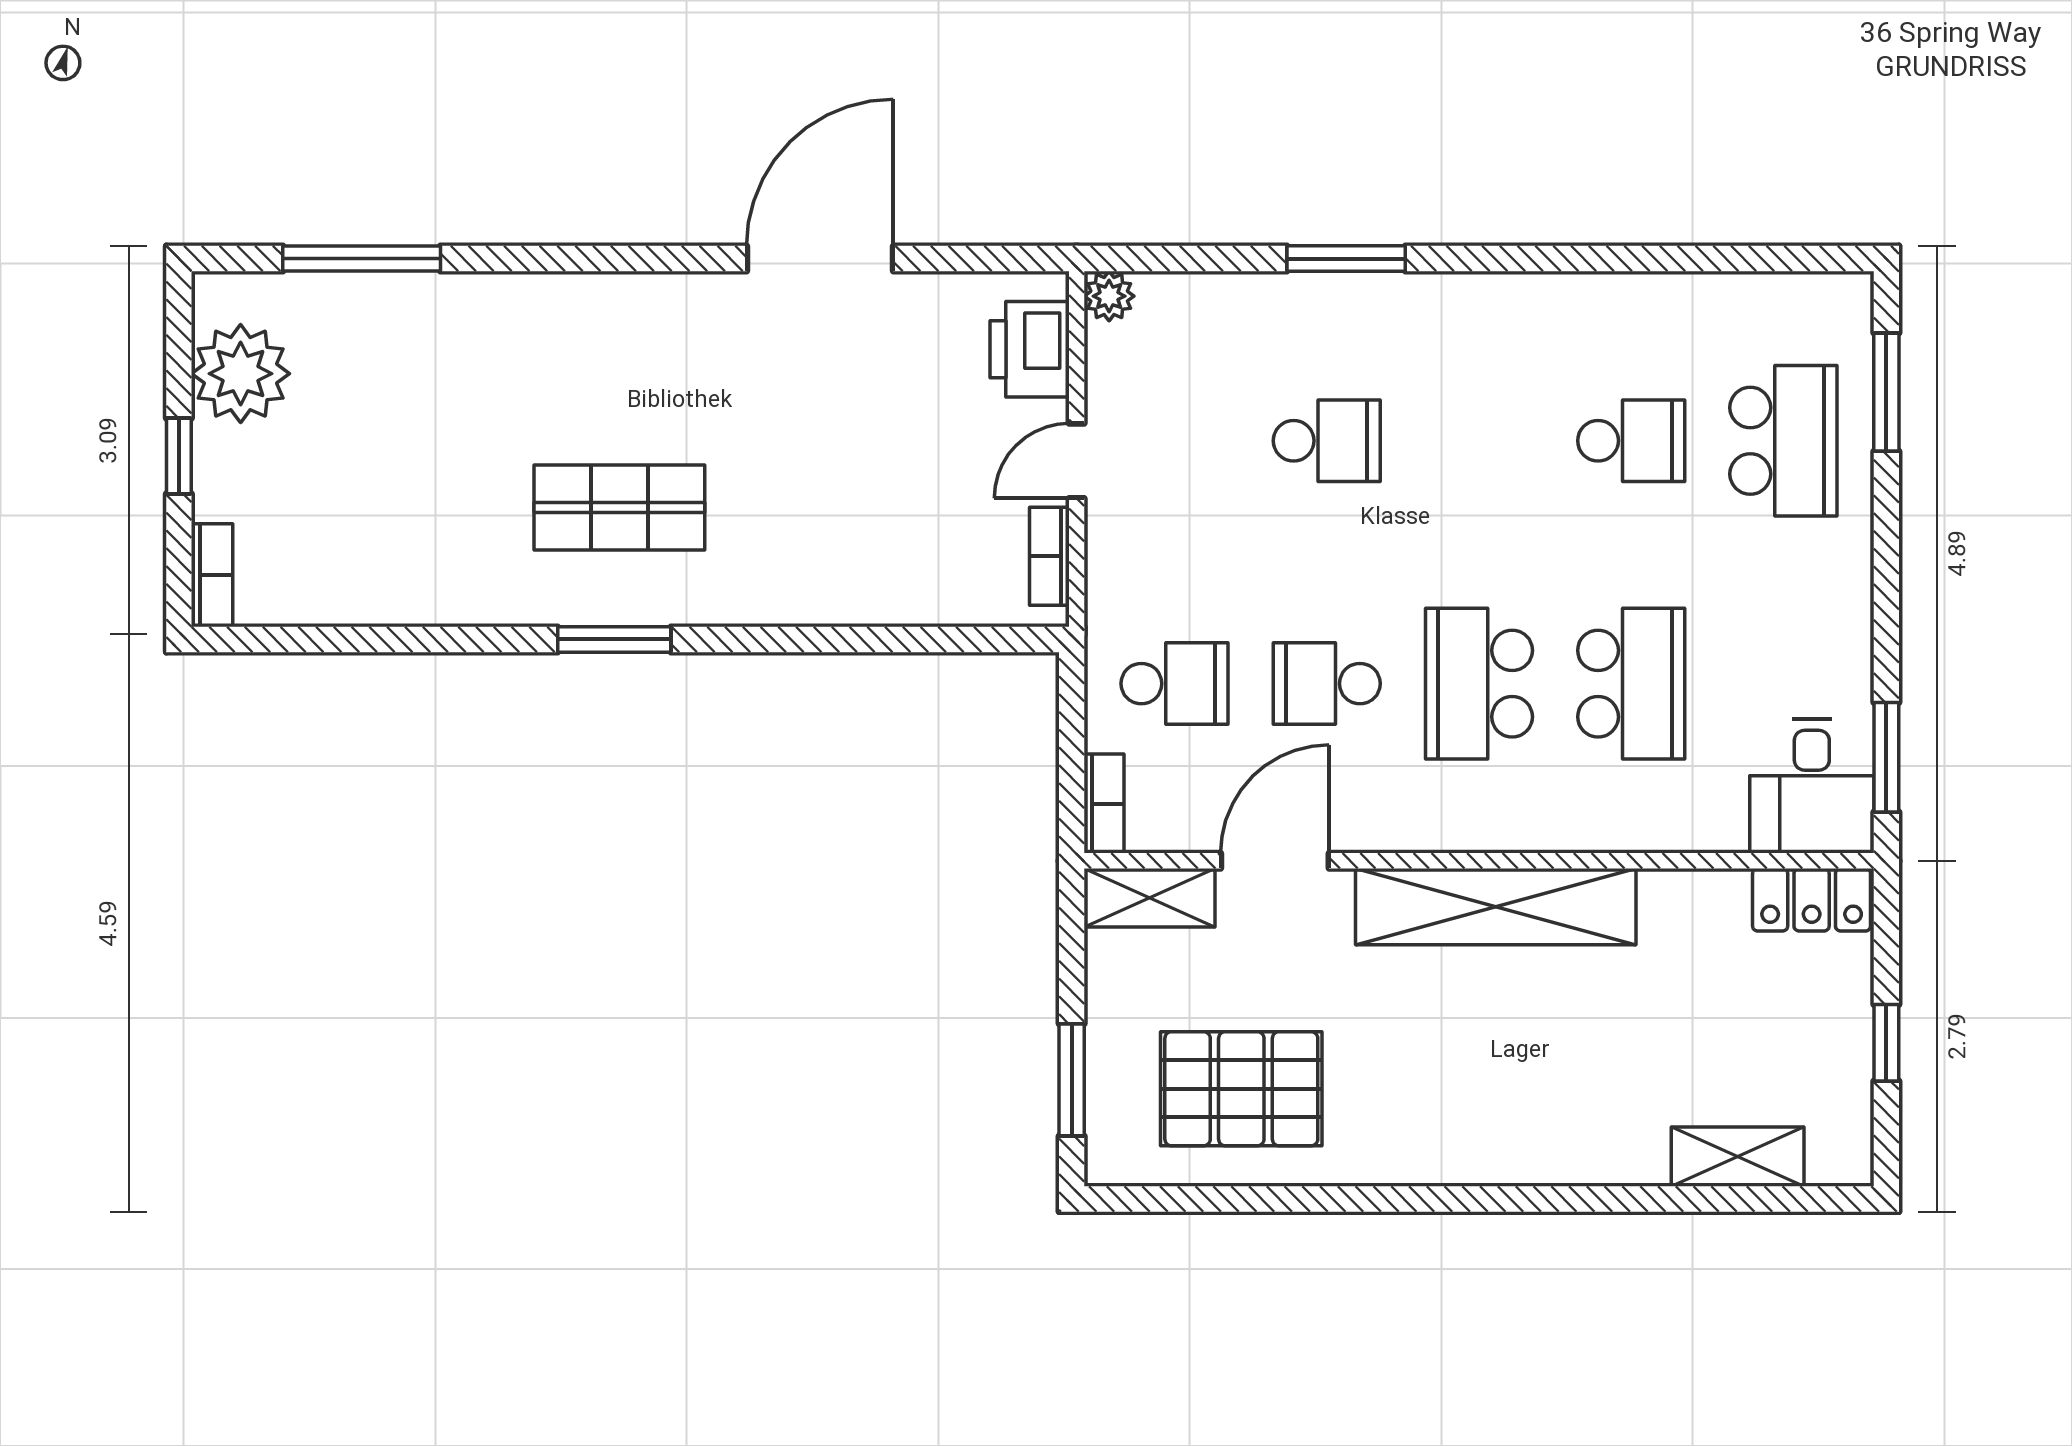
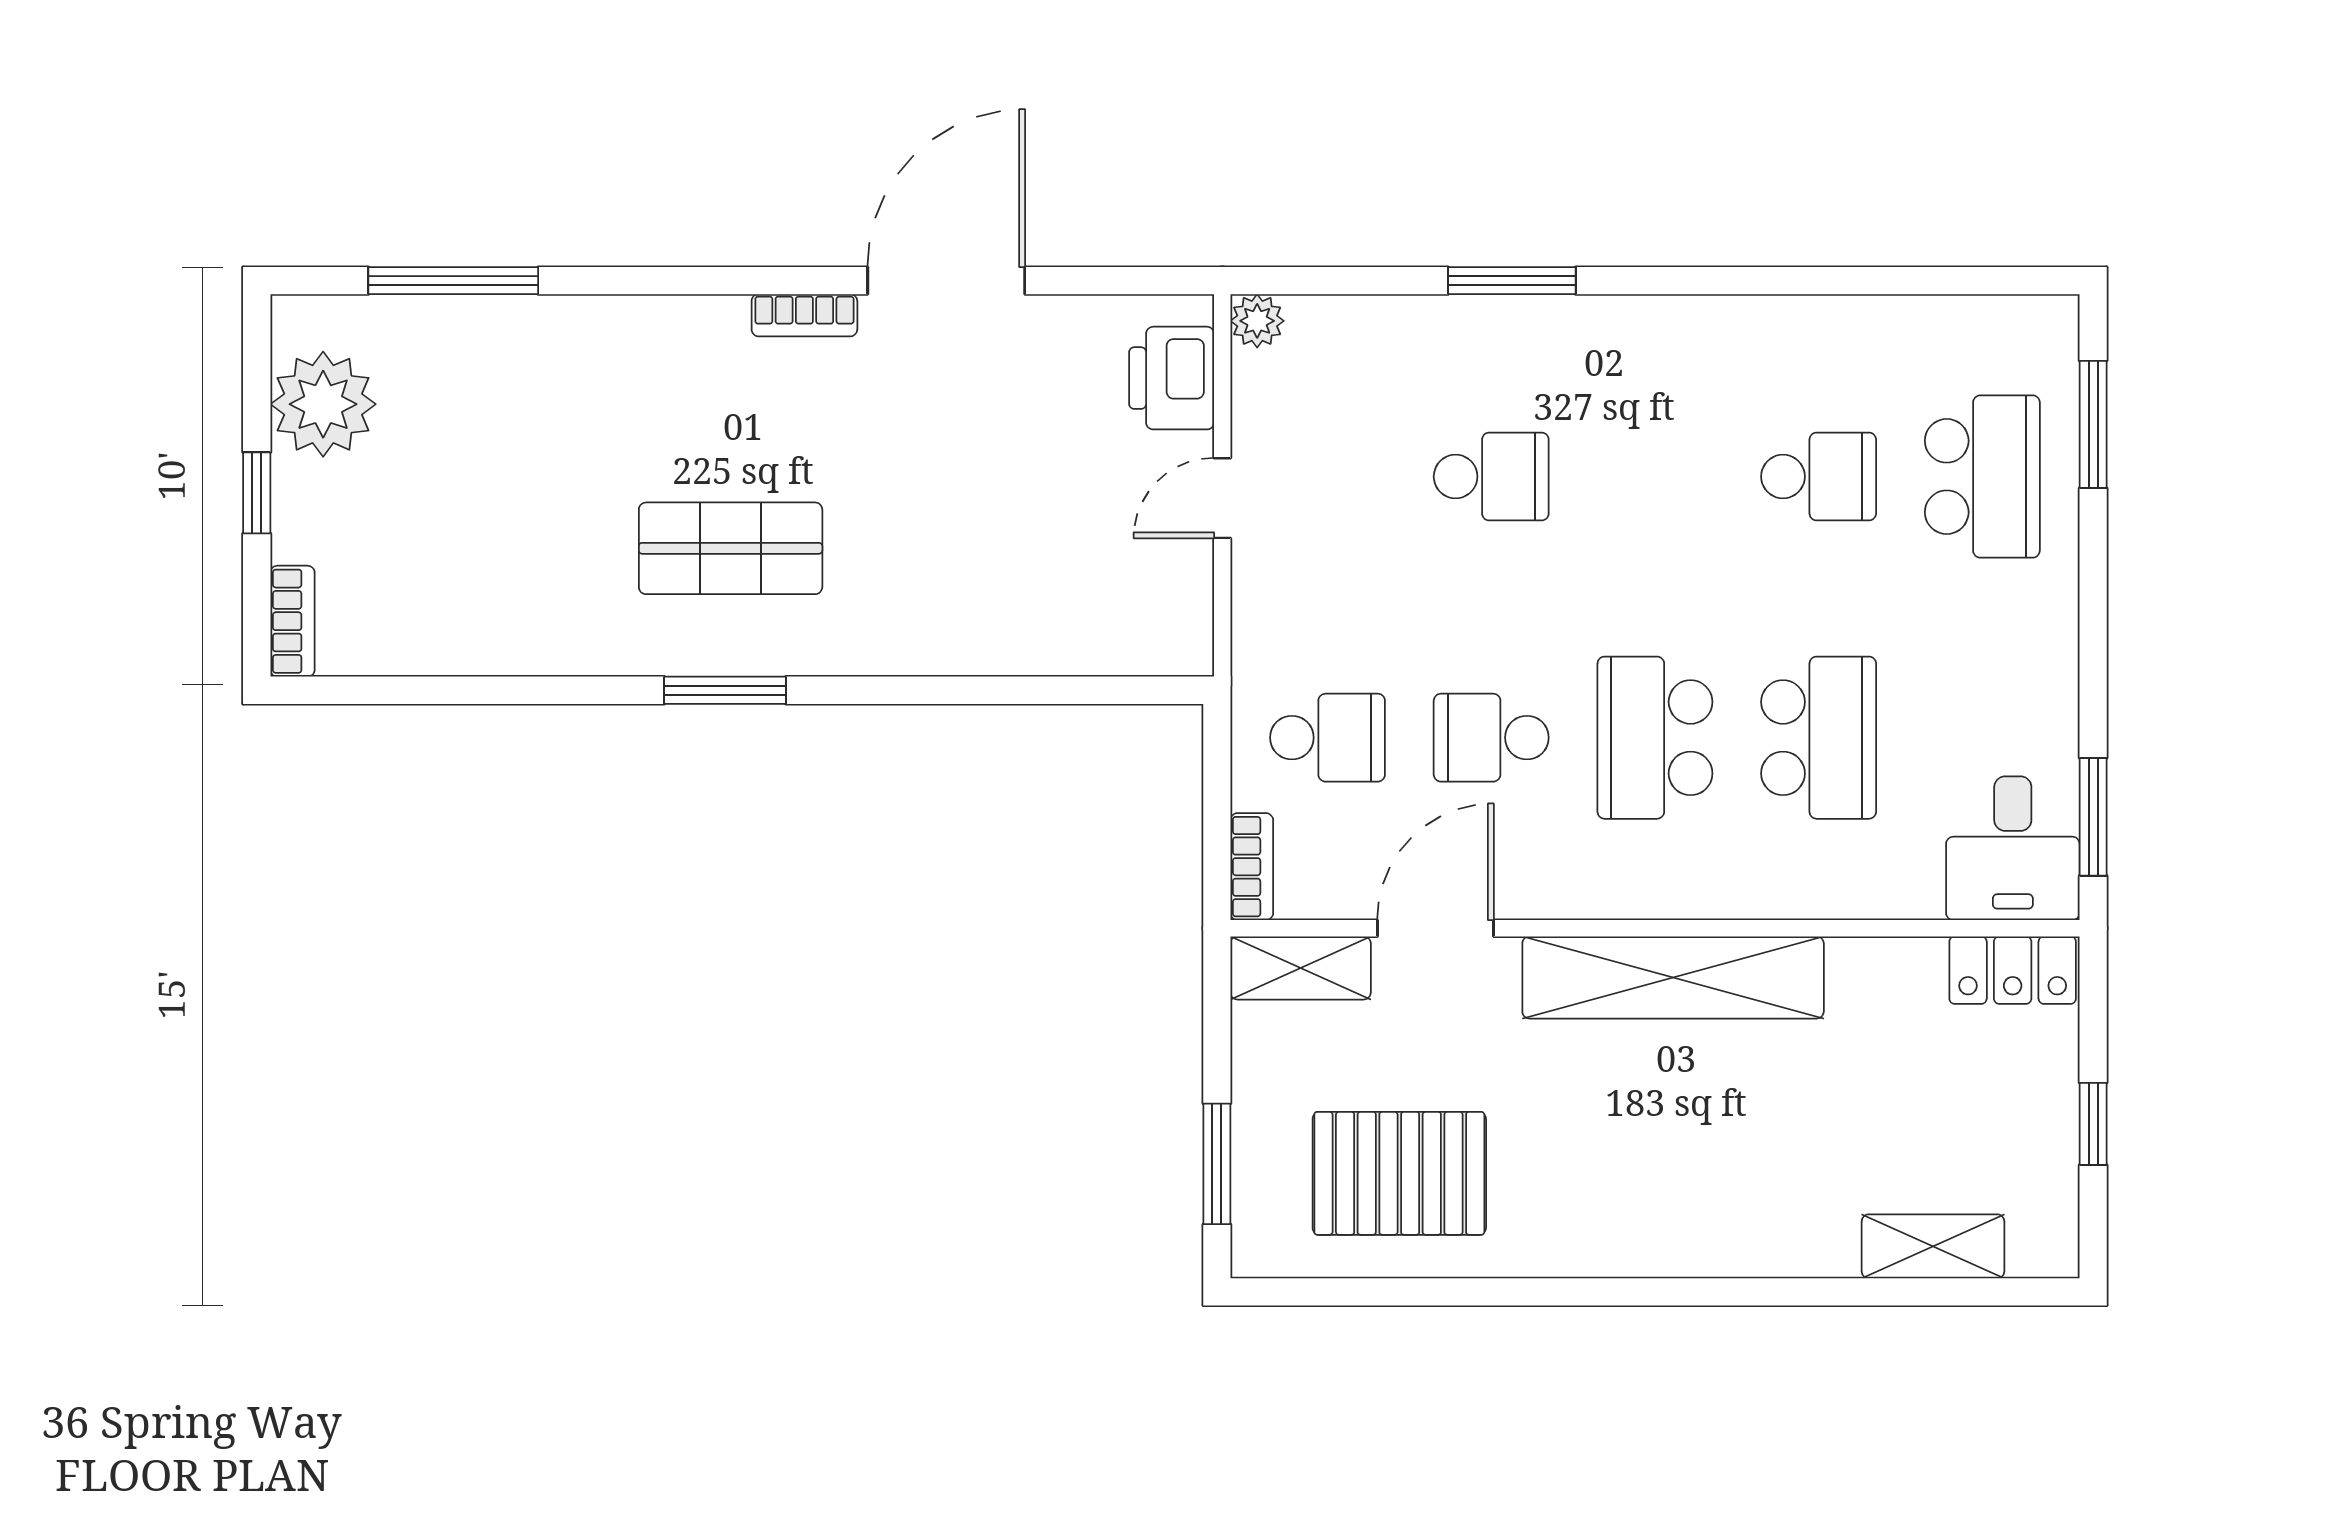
bookcase: (1049, 556) -> (804, 315), moved, turned -90

